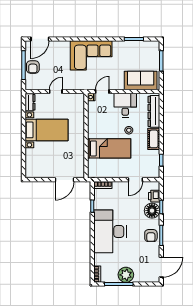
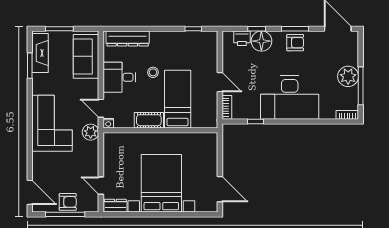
fireplace: (143, 46) -> (40, 53), added
plant: (85, 84) -> (91, 132), added
door: (56, 92) -> (101, 186), moved
bed with nightstands: (47, 130) -> (161, 183), width x1.36
cot: (154, 139) -> (149, 120), moved
door: (64, 180) -> (220, 189), moved
door: (135, 180) -> (220, 82), moved

